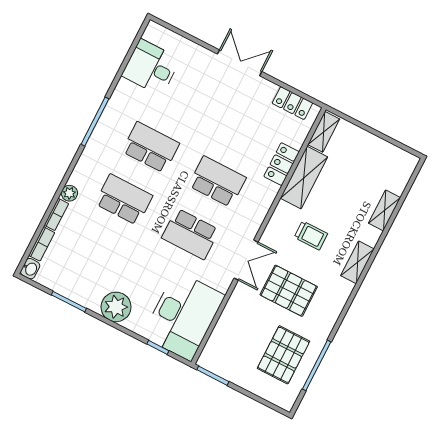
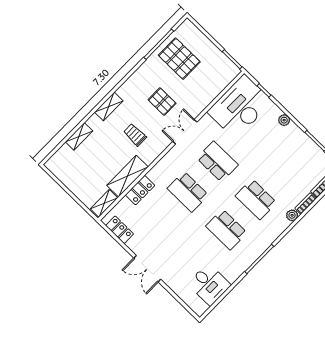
pallet: (289, 291) -> (162, 102), width x0.67, depth x0.71
plant: (116, 307) -> (284, 120), width x0.53, depth x0.53
pallet: (283, 355) -> (179, 59), turned 90

